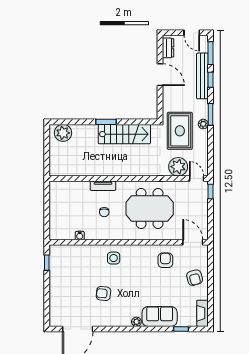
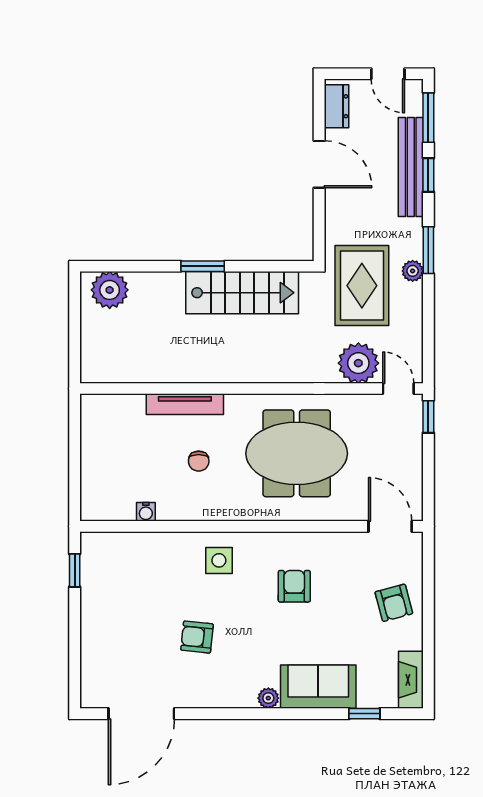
tv unit: (103, 186) -> (185, 404), width x1.41
armchair: (165, 260) -> (294, 586), moved

